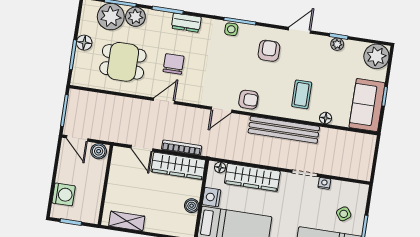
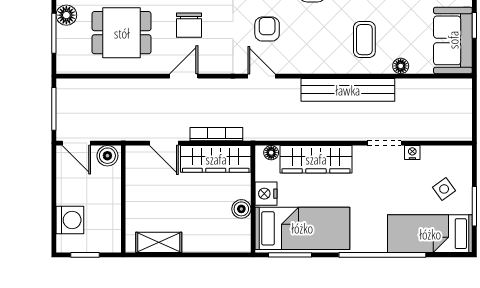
chair: (174, 64) -> (189, 25), turned 180
armchair: (248, 100) -> (267, 29), moved, turned -90
door: (221, 110) -> (261, 76), swing flipped

